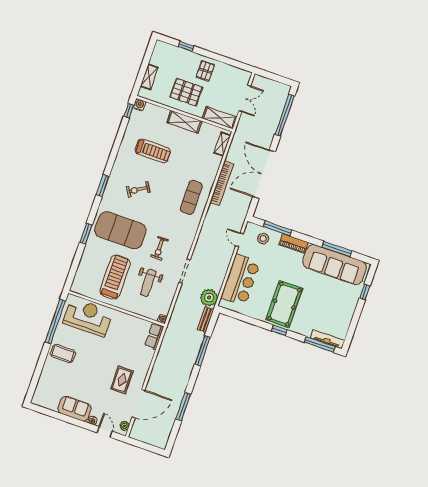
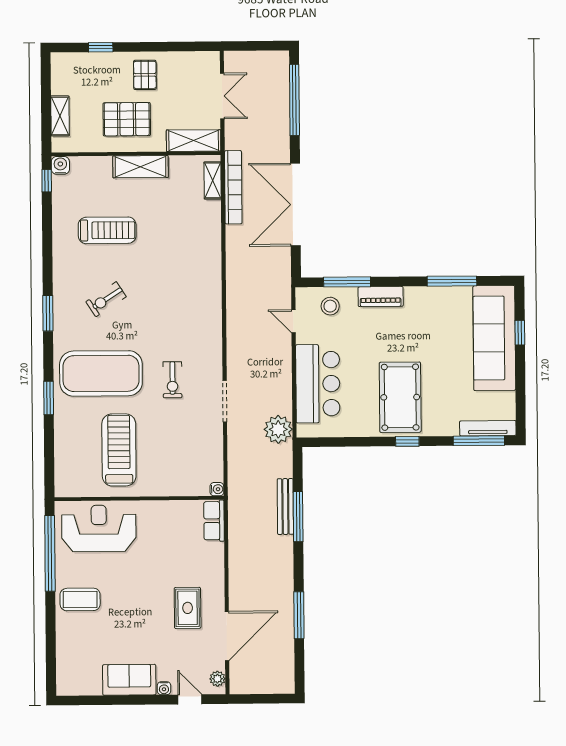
bookcase: (222, 183) -> (233, 187), moved
exercise mat: (191, 197) -> (194, 282), removed
sofa: (335, 265) -> (494, 338), moved, turned 90
weight bench: (148, 283) -> (174, 440), removed
bench: (206, 319) -> (285, 507), moved, width x1.36

